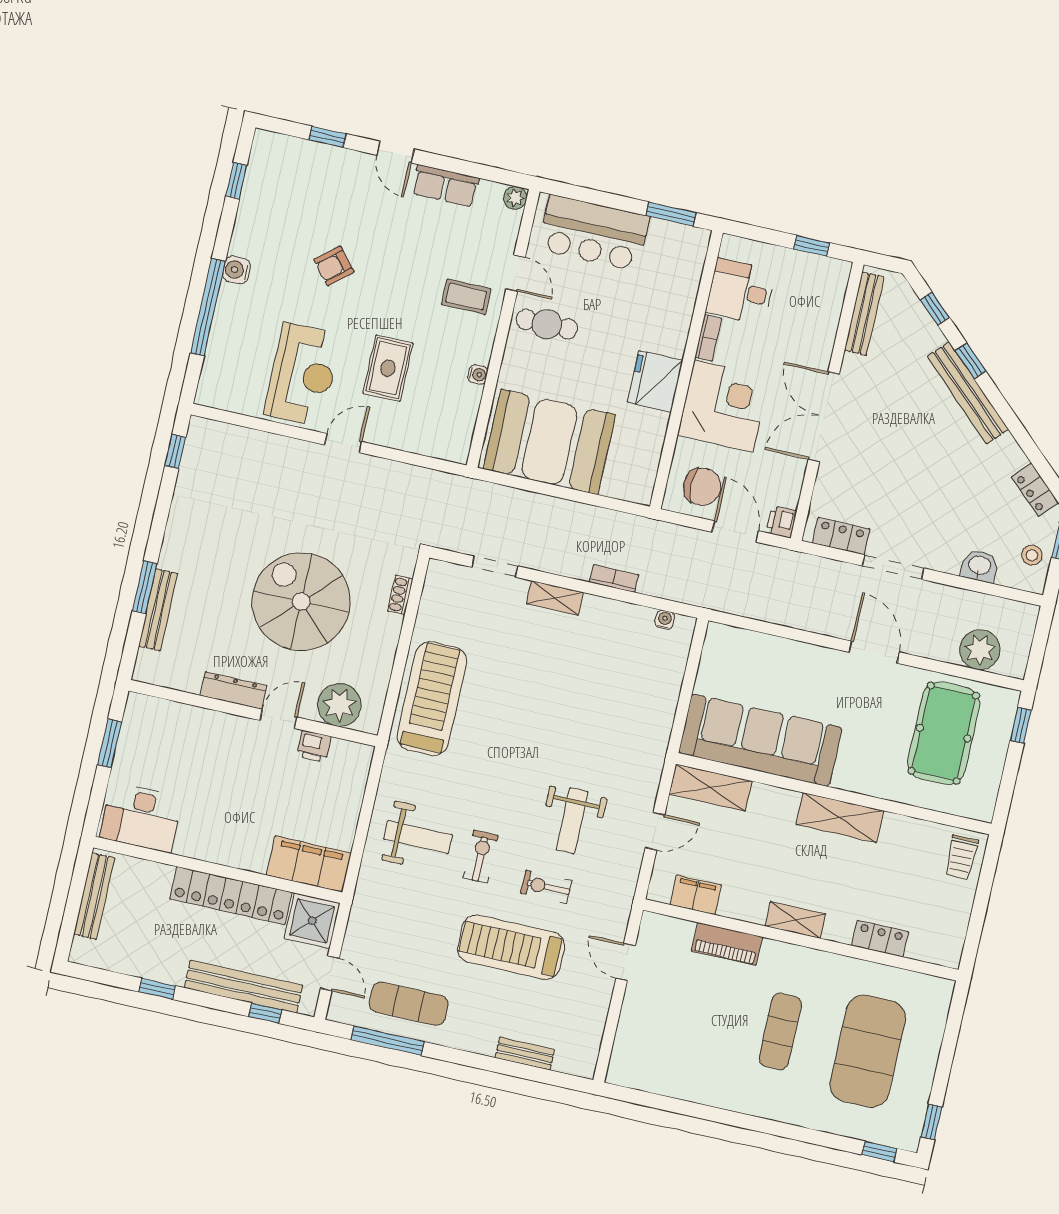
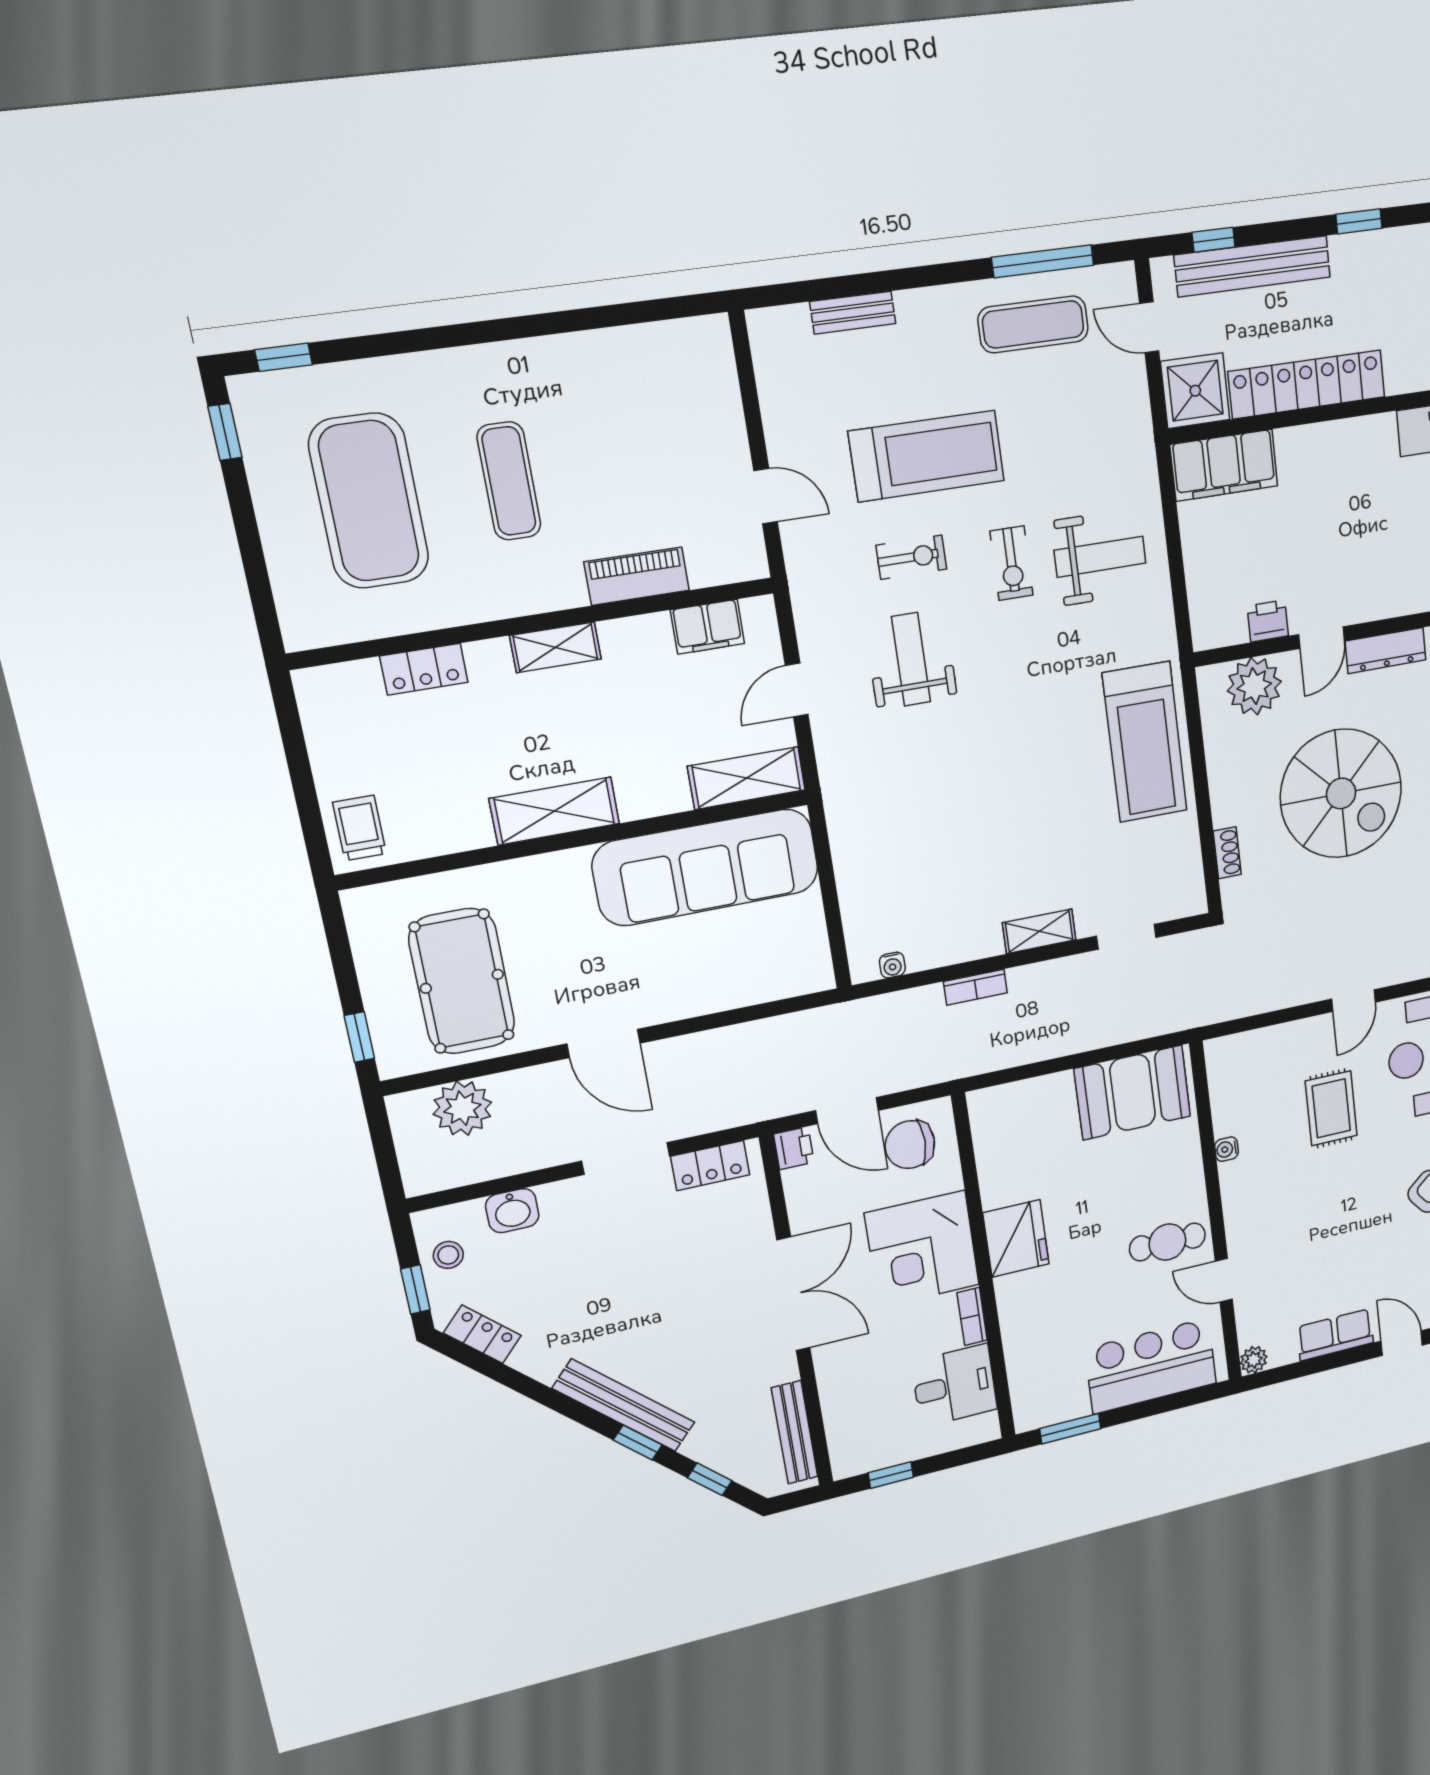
coffee table: (466, 297) -> (1270, 1228), removed
booth: (549, 442) -> (1133, 1093), width x0.73, depth x0.70
weight bench: (418, 837) -> (1100, 557), turned 180

